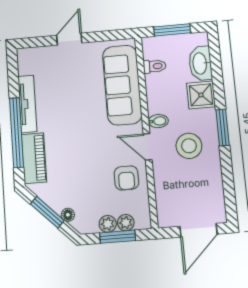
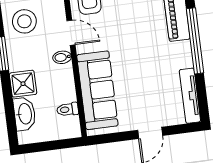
window: (172, 30) -> (52, 145), removed
tv unit: (27, 104) -> (190, 96), moved
stool: (189, 146) -> (24, 21), moved

